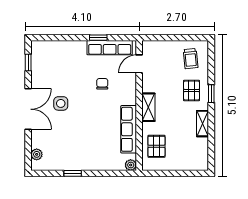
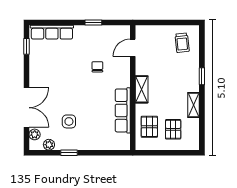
row of seats: (110, 48) -> (52, 32), moved
pallet: (192, 91) -> (173, 129), moved
side table: (61, 103) -> (69, 121), moved
double door: (28, 109) -> (26, 108), moved
plant: (131, 165) -> (49, 145), moved

